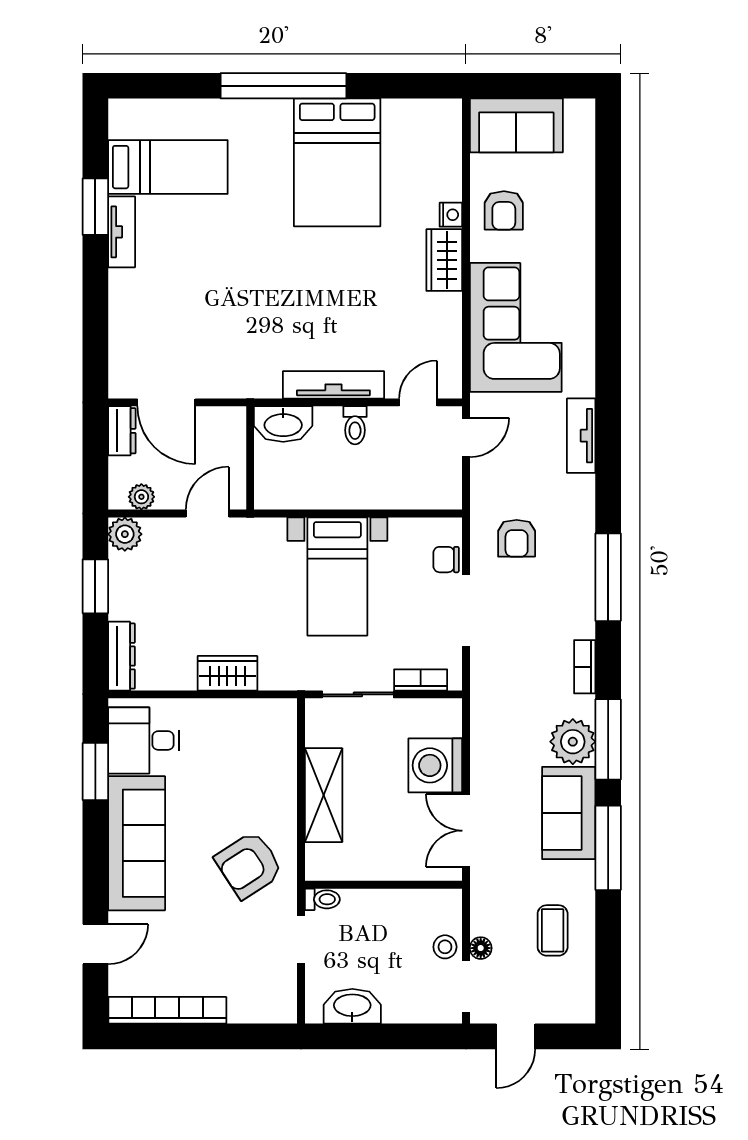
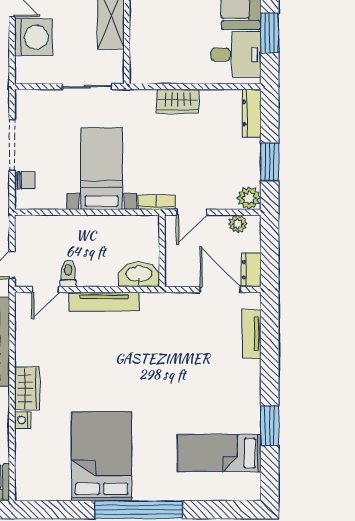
tv unit: (122, 232) -> (251, 334), moved
toilet: (355, 425) -> (68, 274), moved
bookcase: (421, 680) -> (156, 202), moved, turned 180

